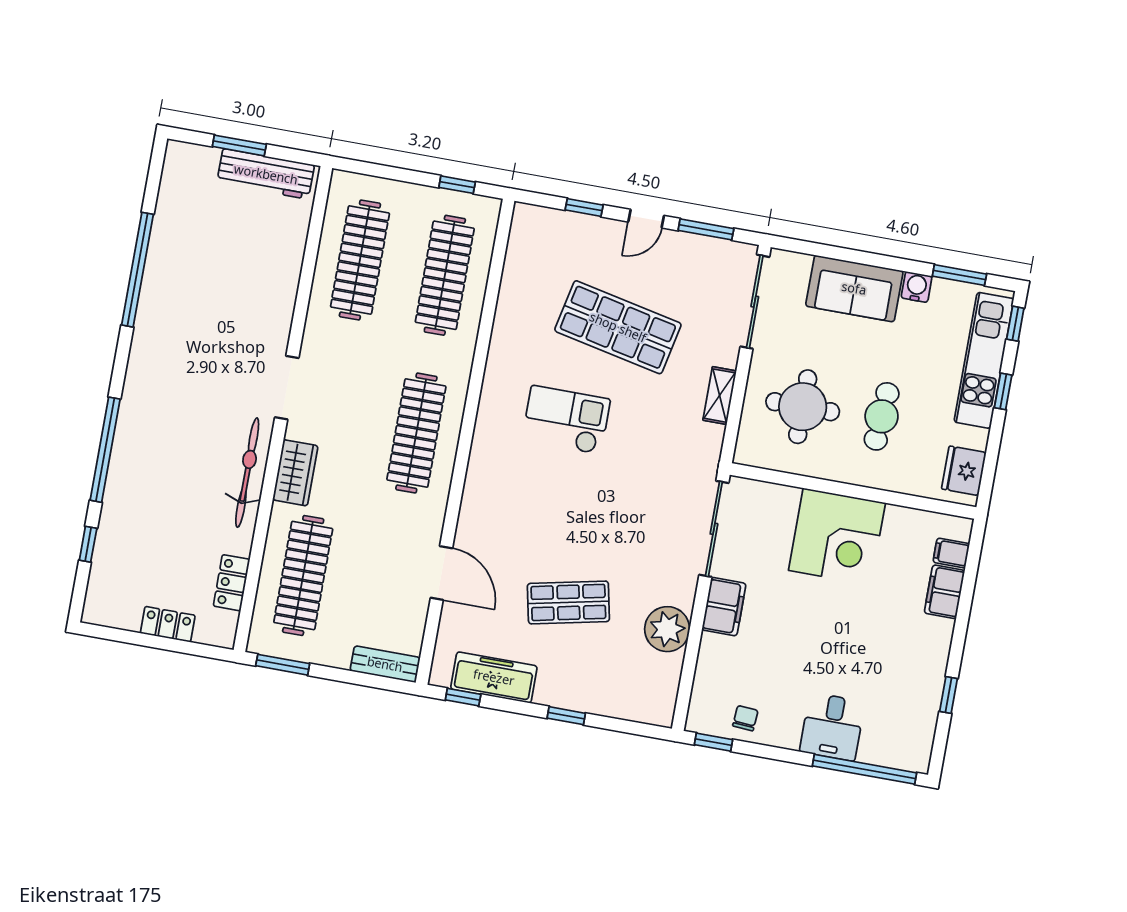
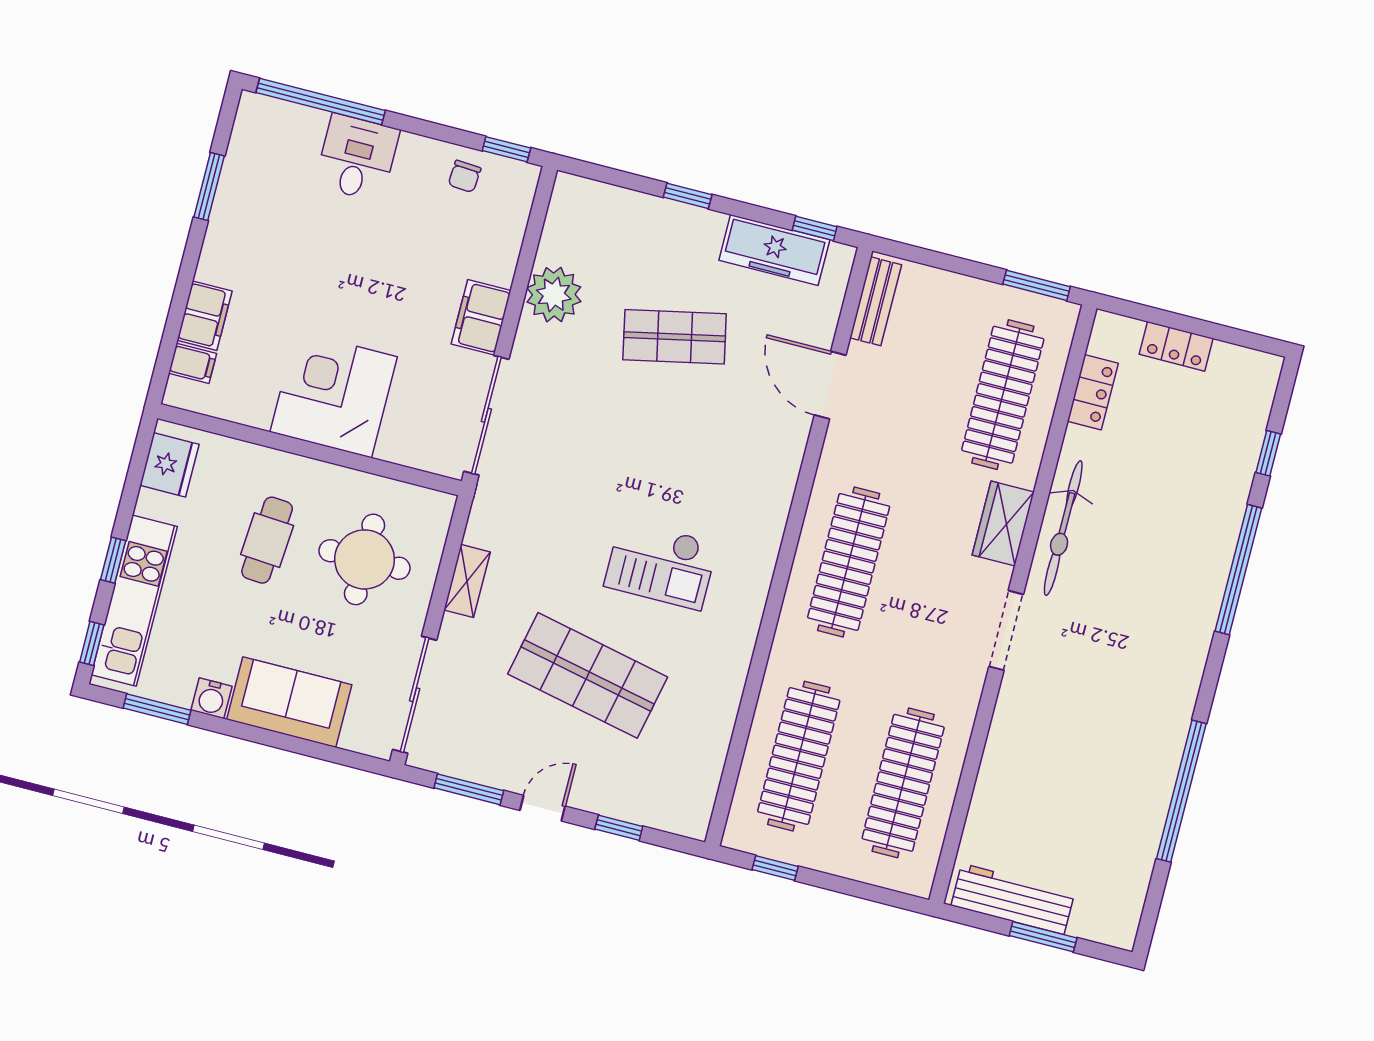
bench: (385, 664) -> (876, 301), moved, turned 90
window: (949, 695) -> (209, 186), width x1.50

